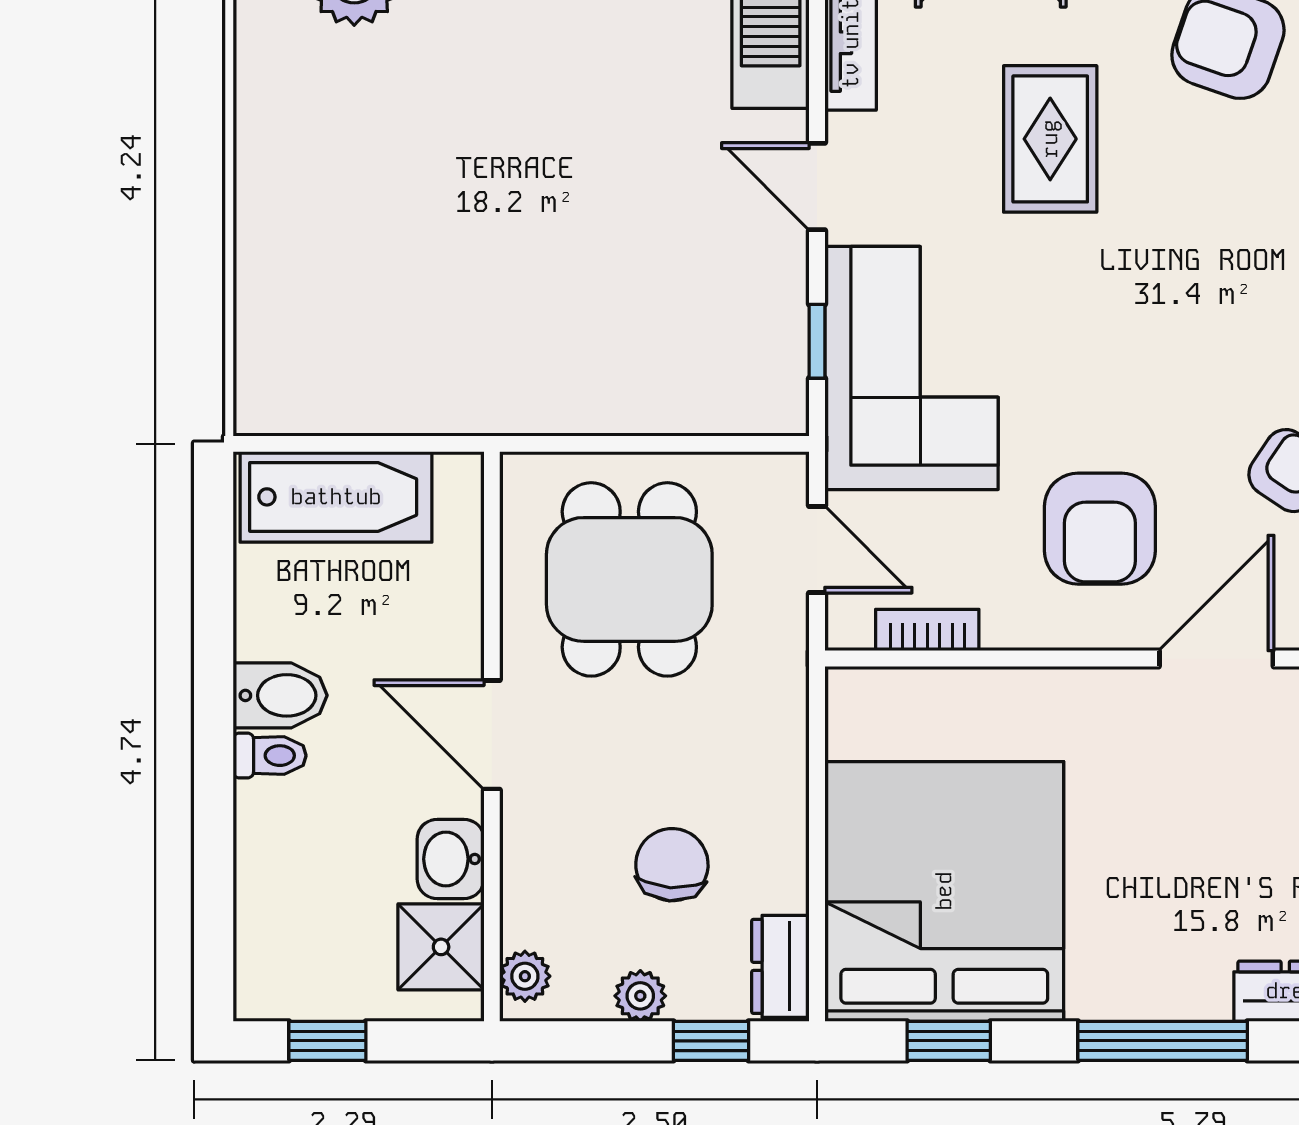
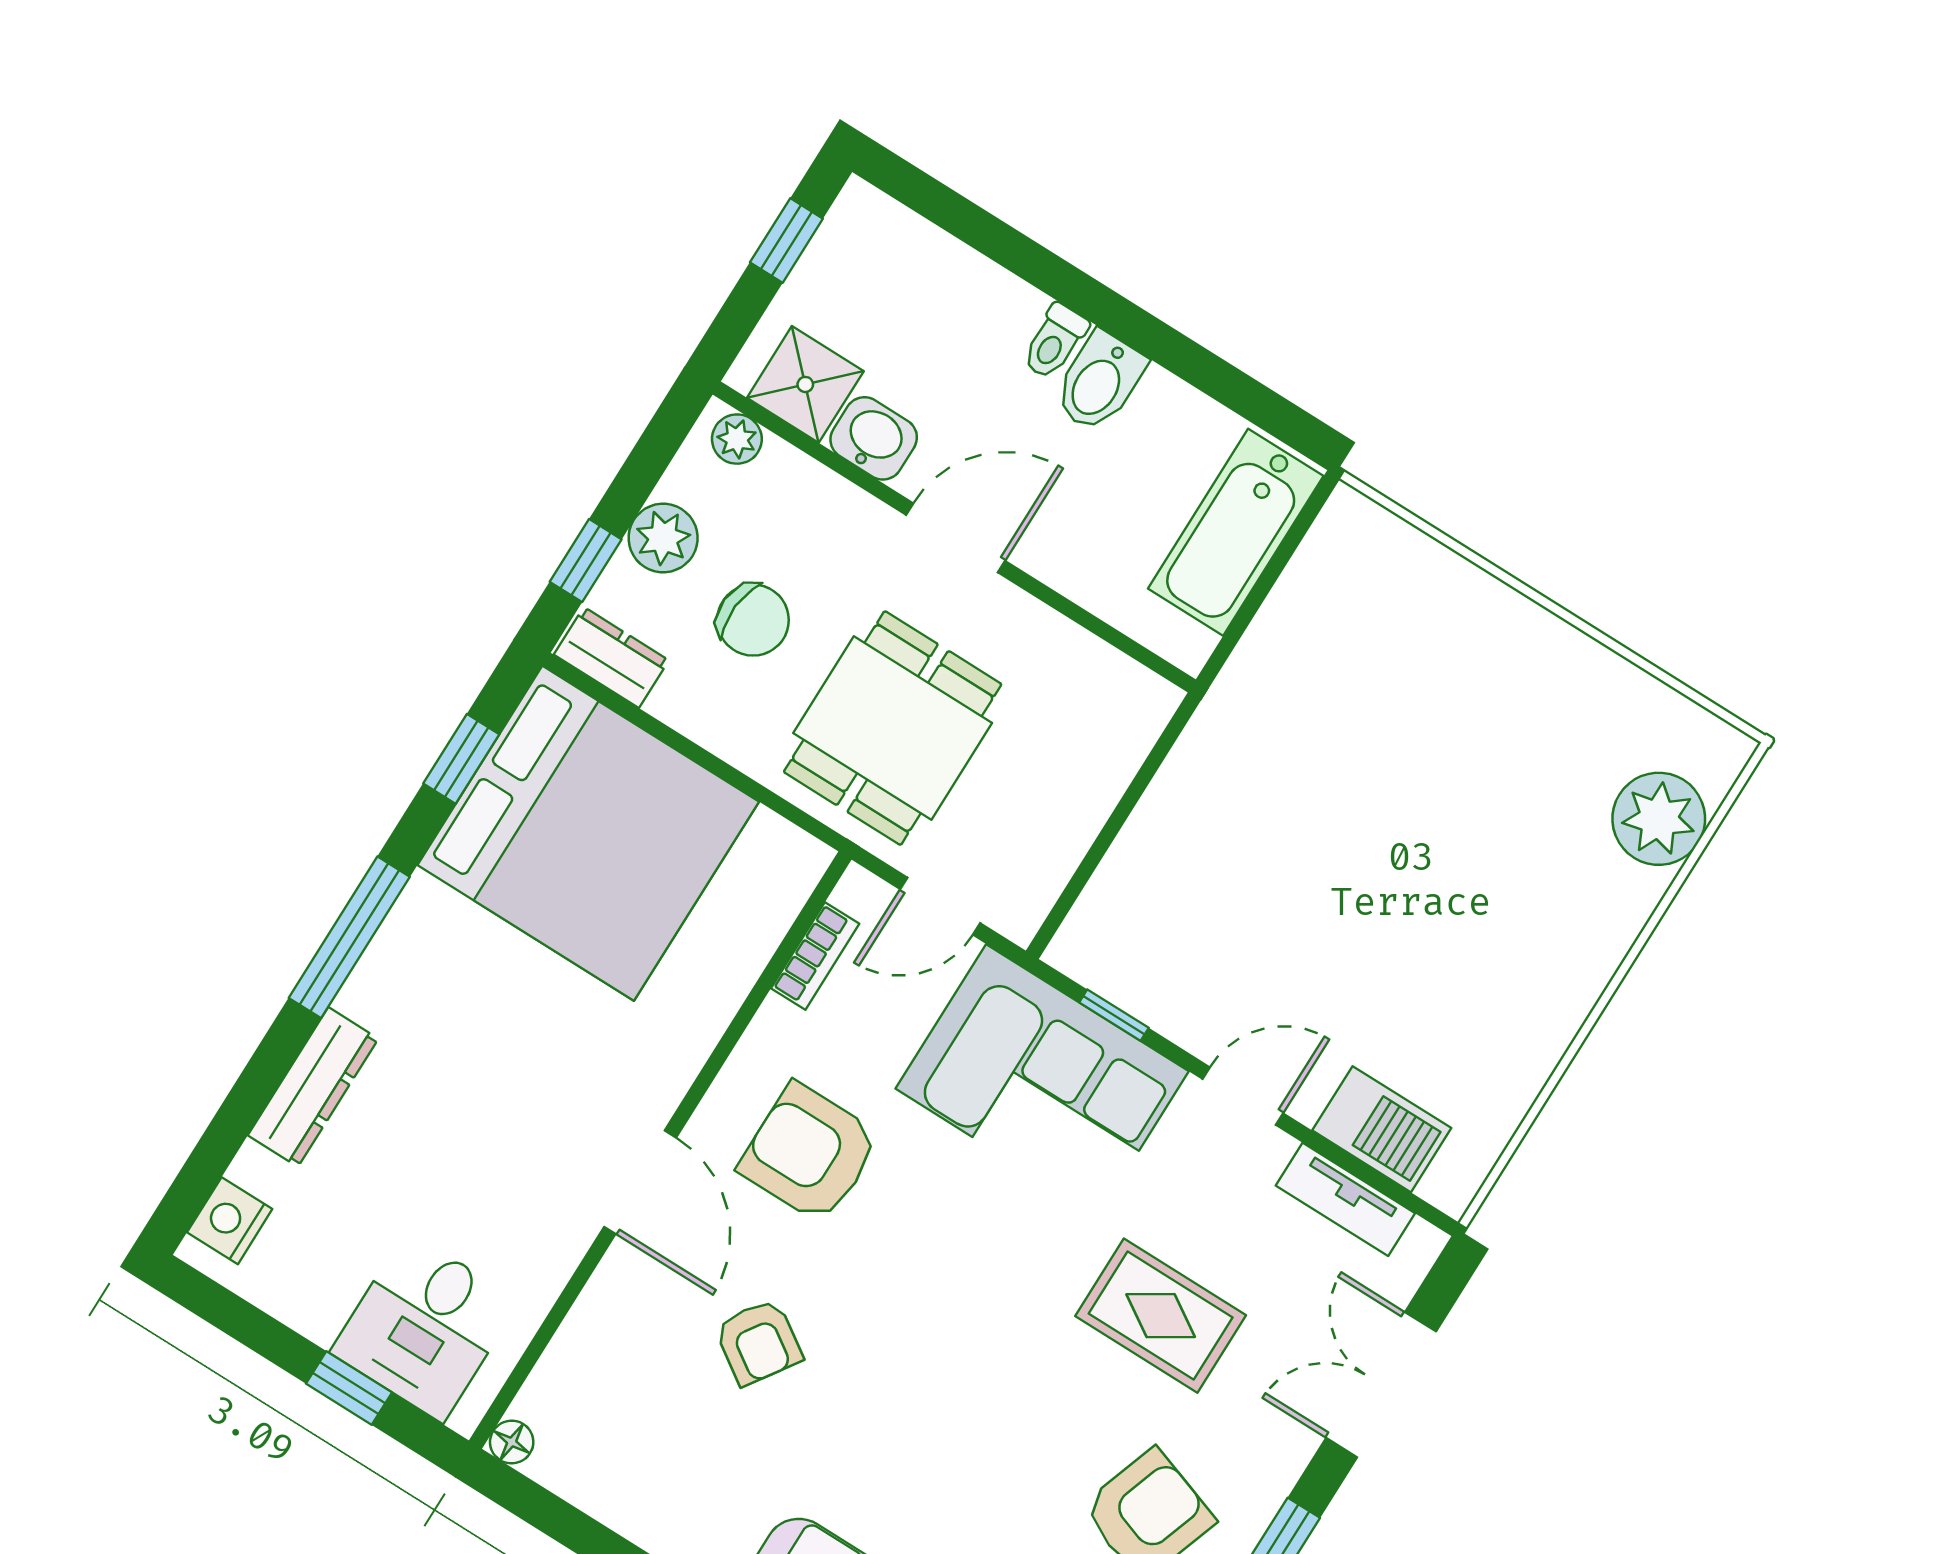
dining table: (629, 579) -> (893, 728), moved, turned 90
plant: (640, 996) -> (663, 538), width x1.38, depth x1.38

